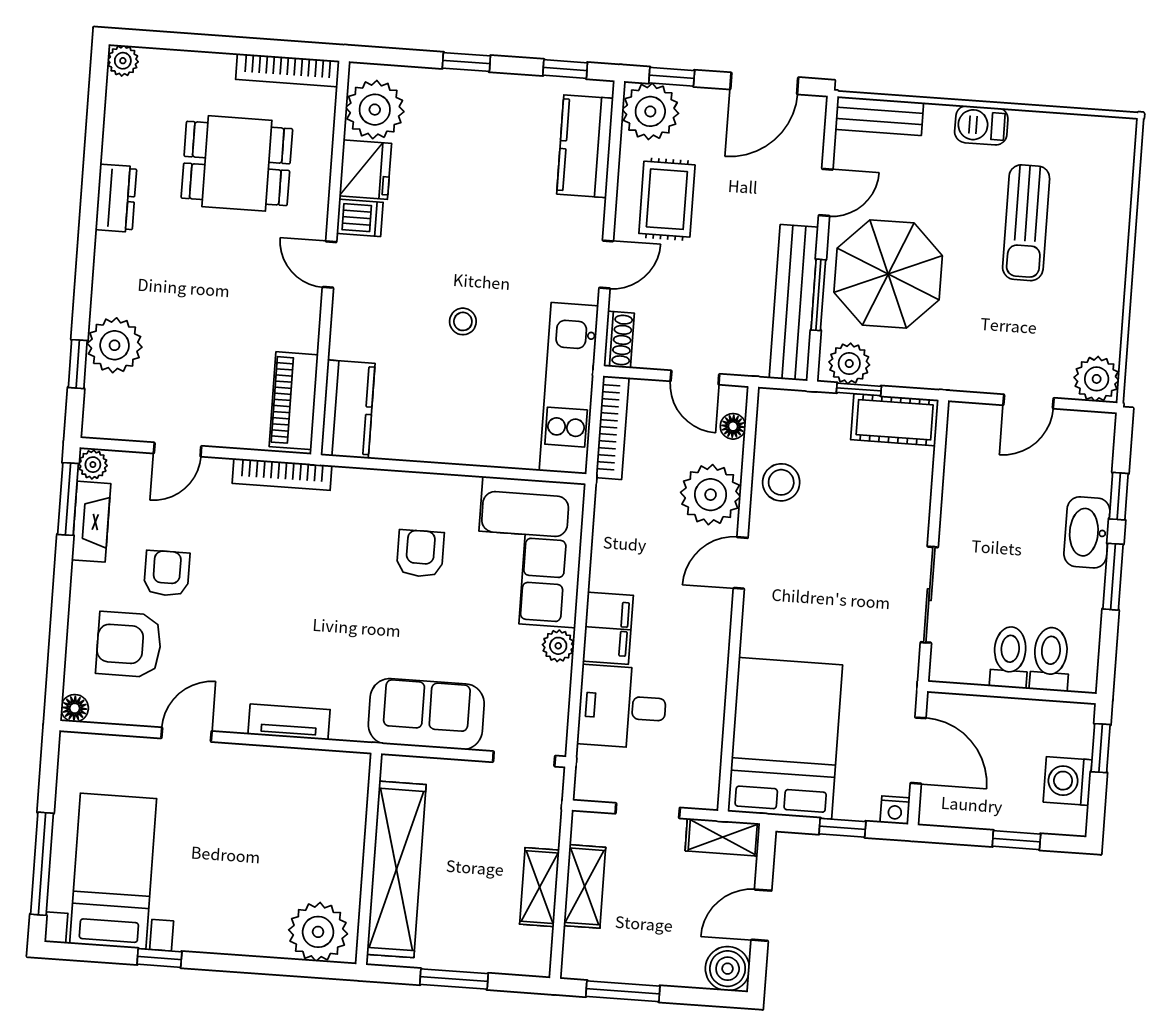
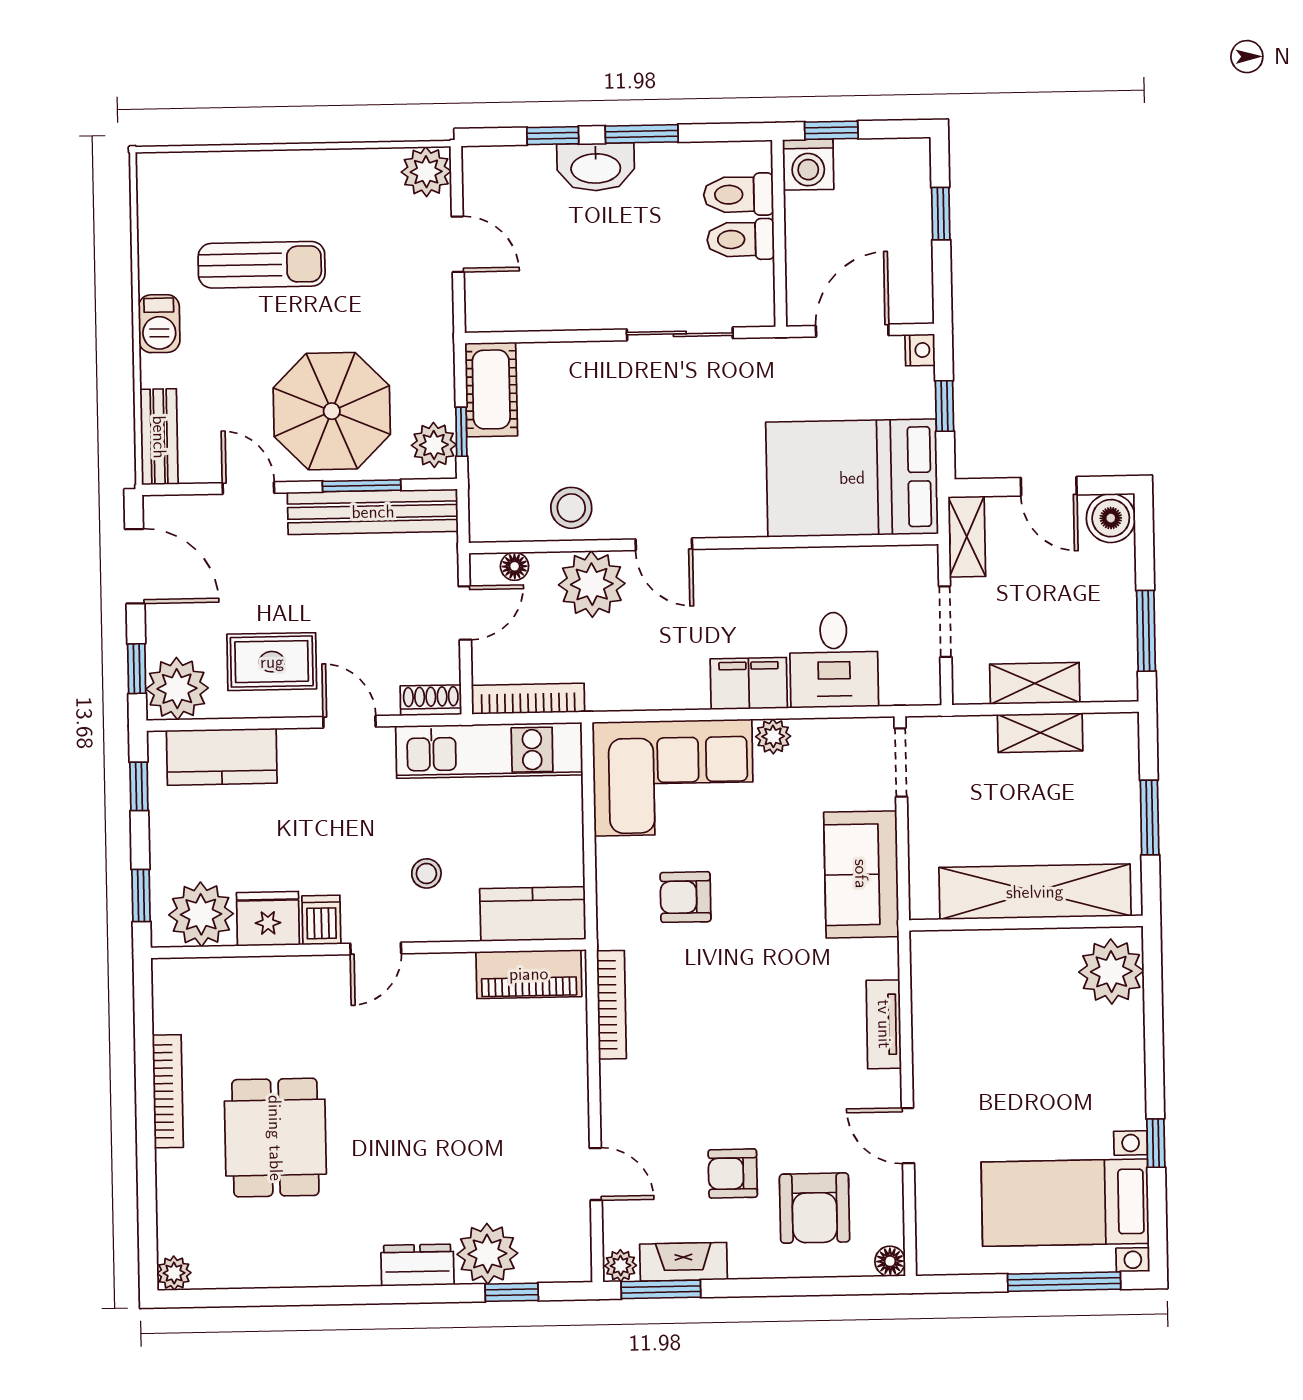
plant: (375, 110) -> (201, 914), moved
fridge: (365, 170) -> (268, 919), moved
dresser: (116, 198) -> (417, 1265), moved
dishwasher: (360, 218) -> (321, 920), moved
wall: (330, 258) -> (368, 949), moved
door: (330, 265) -> (376, 948), moved
piano: (294, 401) -> (529, 974), moved
kitchen counter: (348, 409) -> (533, 914), moved
bookcase: (282, 474) -> (611, 1005), moved
washing machine: (1068, 781) -> (808, 165), moved

